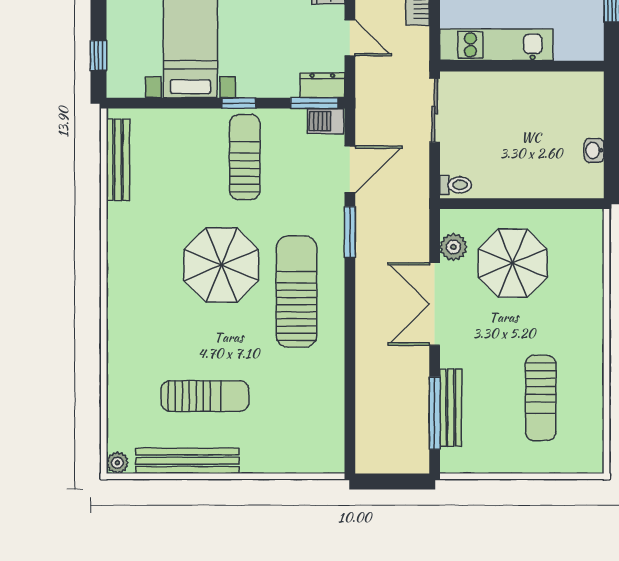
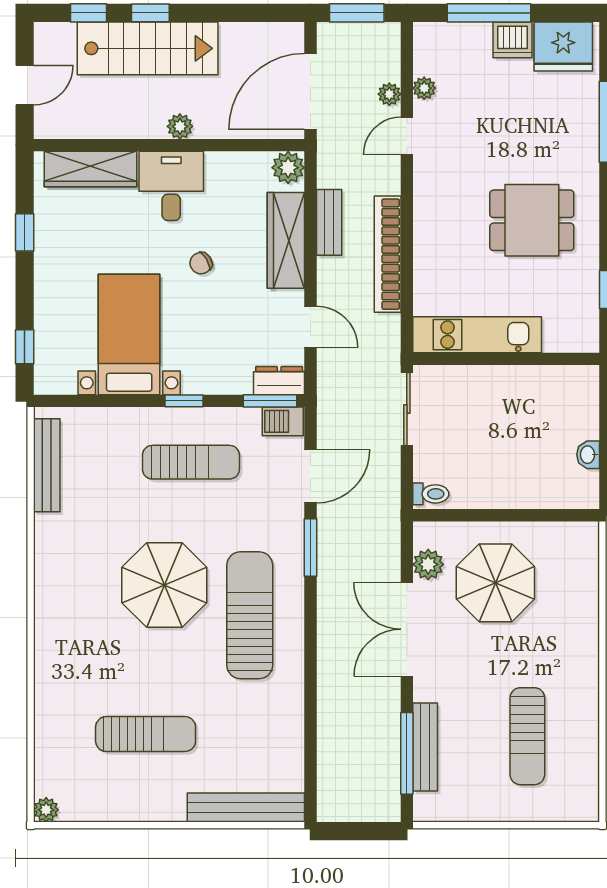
sun lounger: (245, 157) -> (191, 462), turned 90
bench: (187, 461) -> (246, 808), moved

